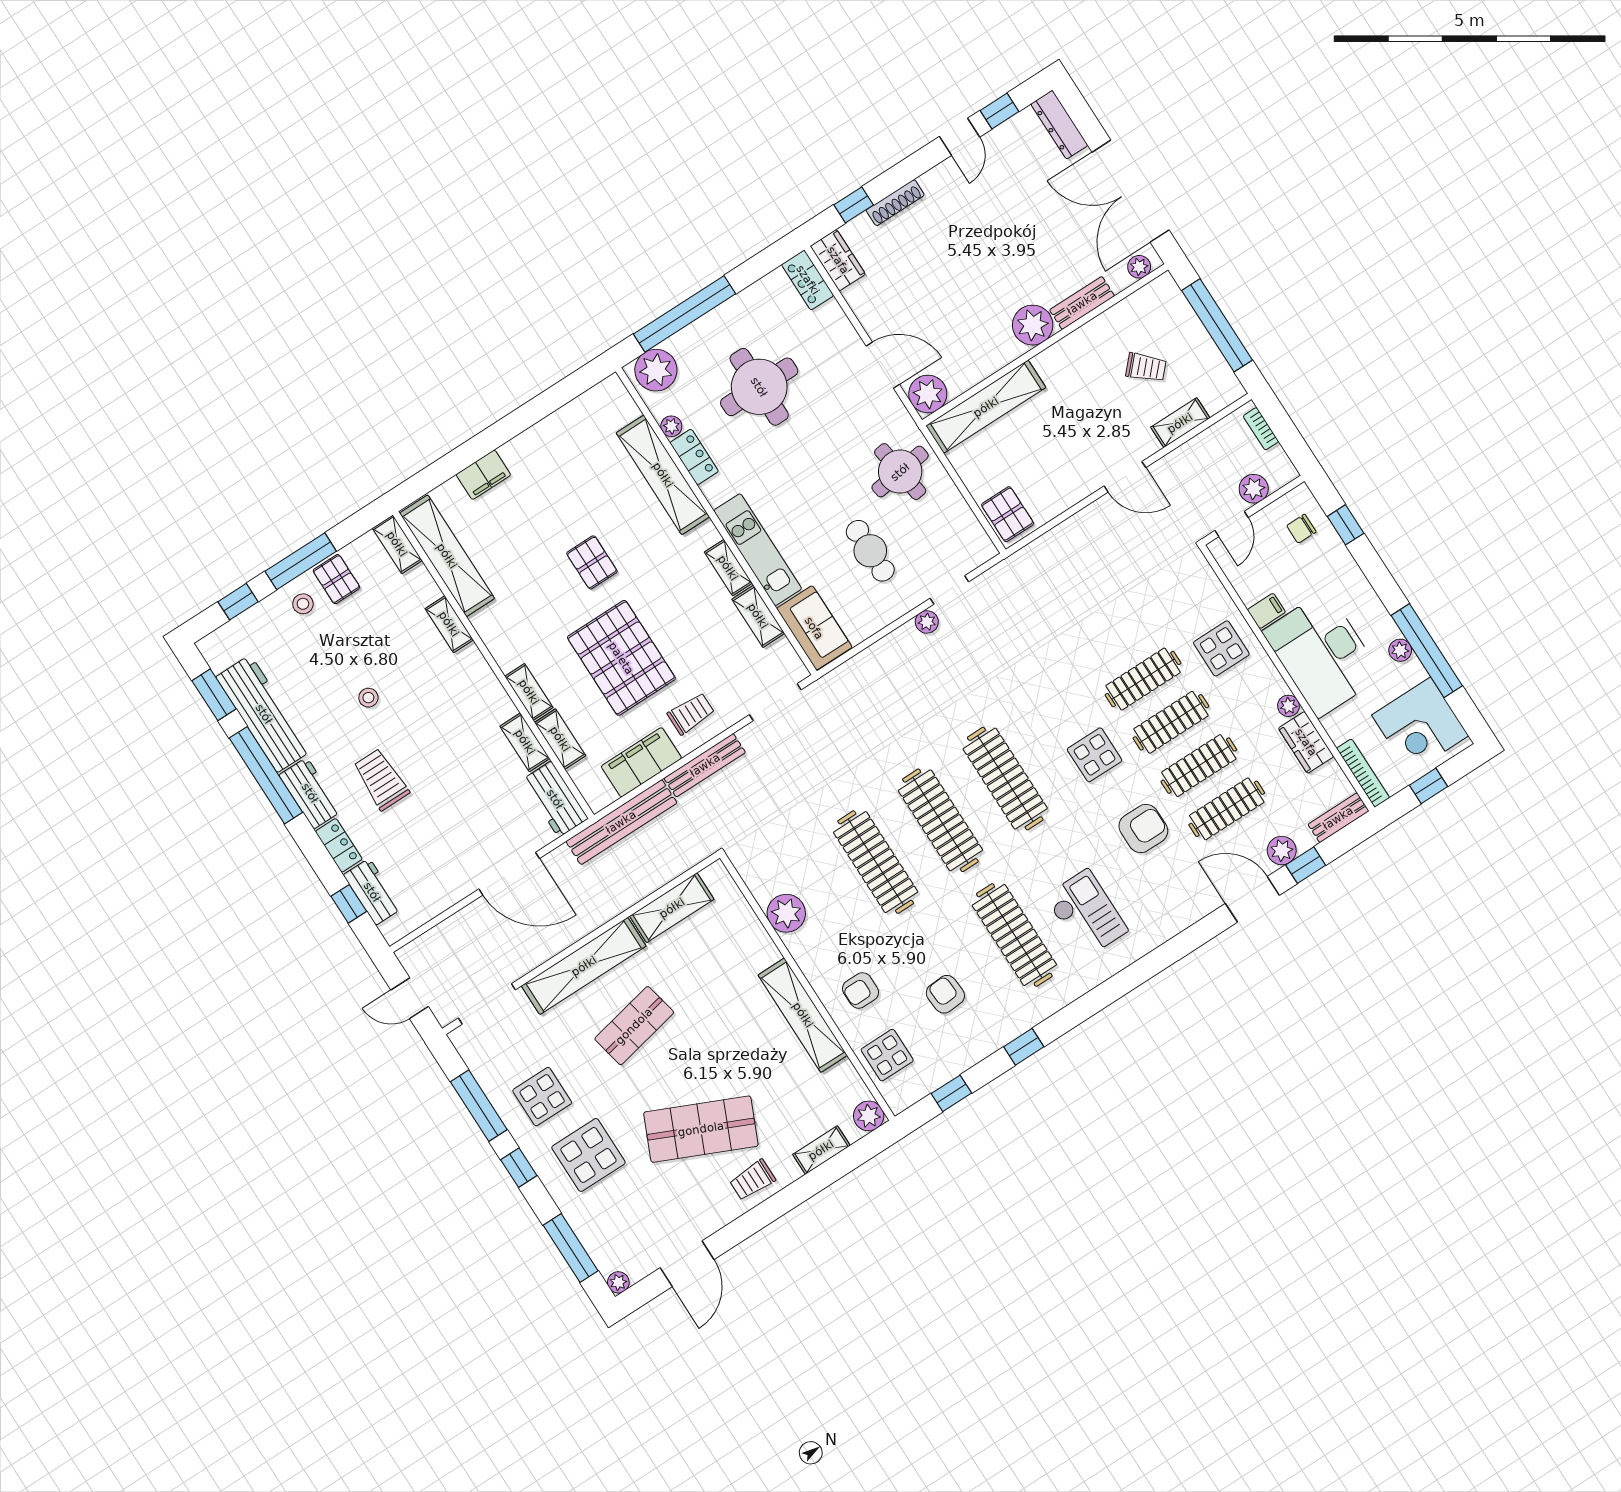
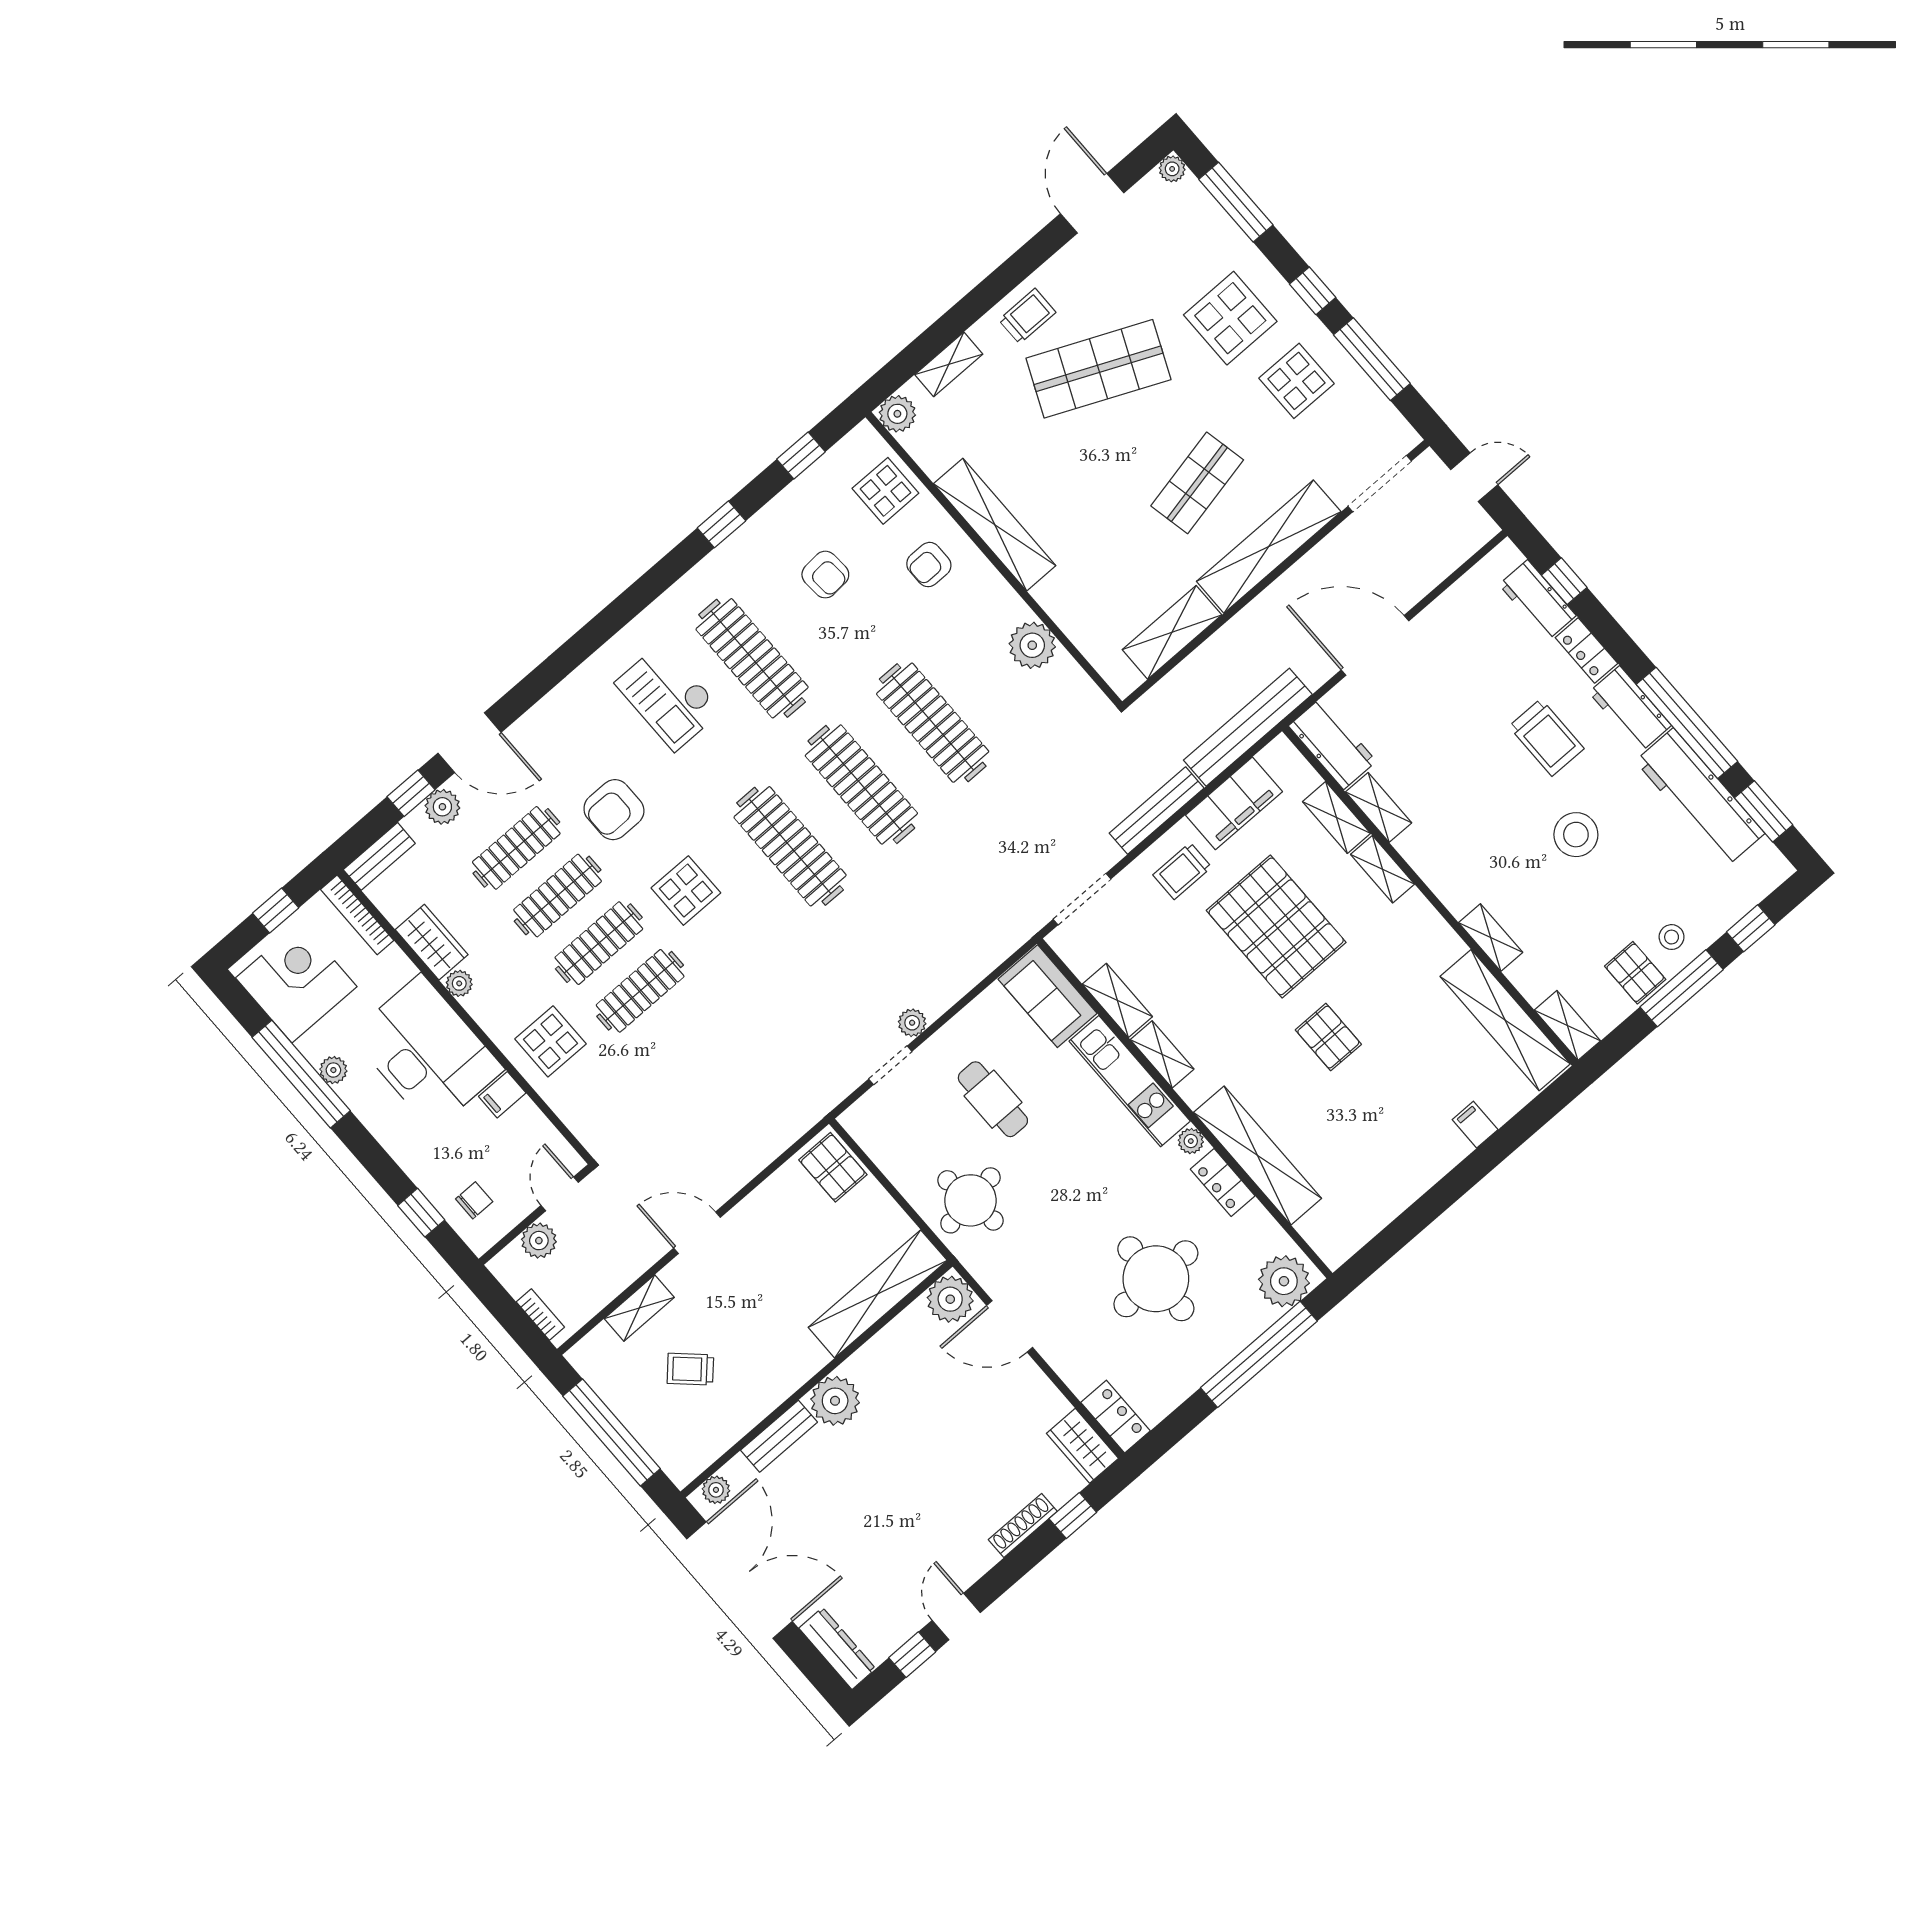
plant: (671, 426) -> (1191, 1141), moved
filing cabinet: (483, 475) -> (1475, 1125), width x0.50
stool: (368, 698) -> (1576, 835), width x1.89, depth x1.89
armchair: (861, 990) -> (929, 565), turned 180

